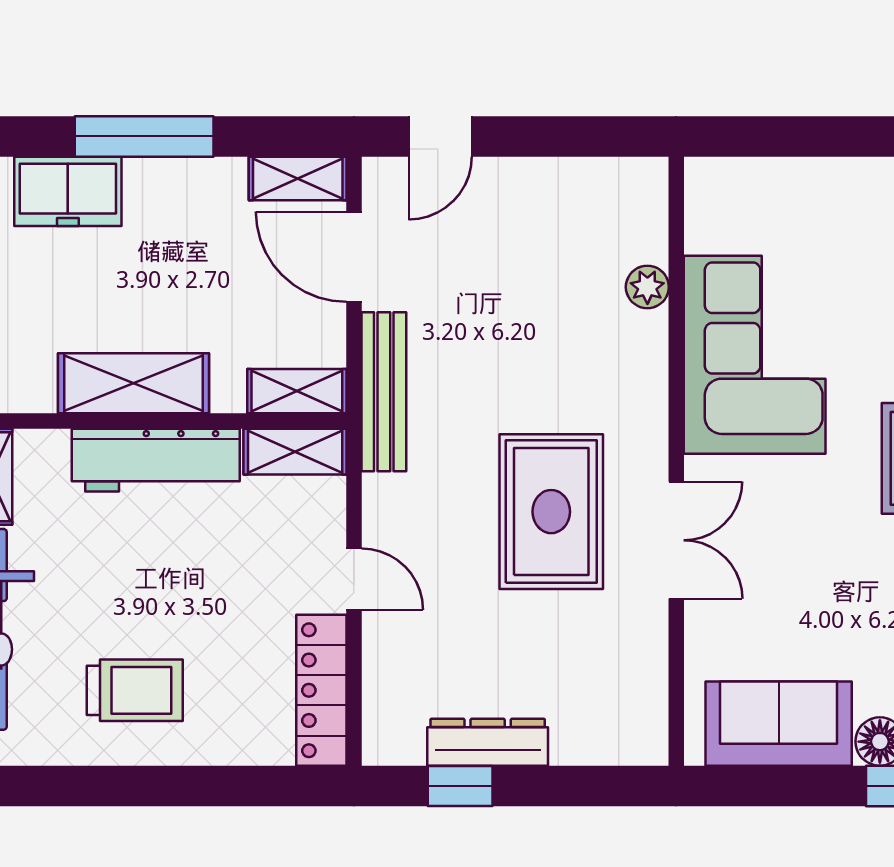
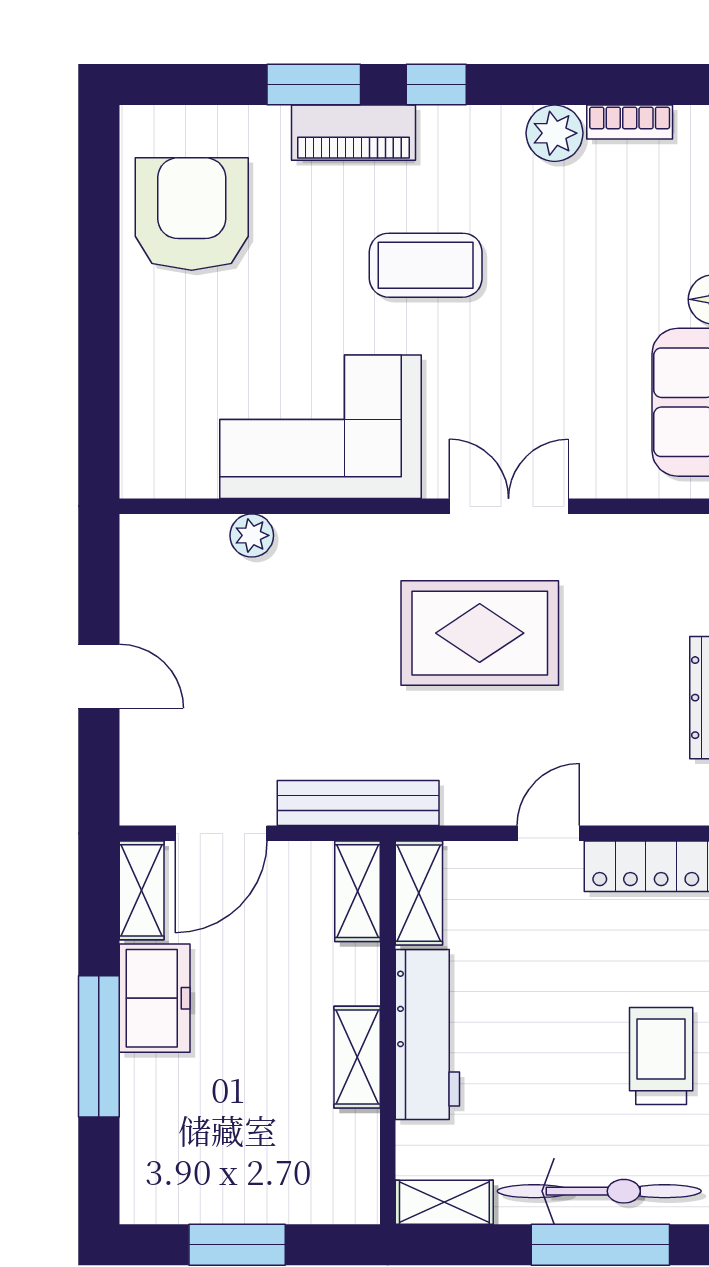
door: (440, 136) -> (99, 676), moved
freezer: (68, 191) -> (155, 998), moved
shelving: (133, 383) -> (357, 1057), width x0.67, depth x0.75

